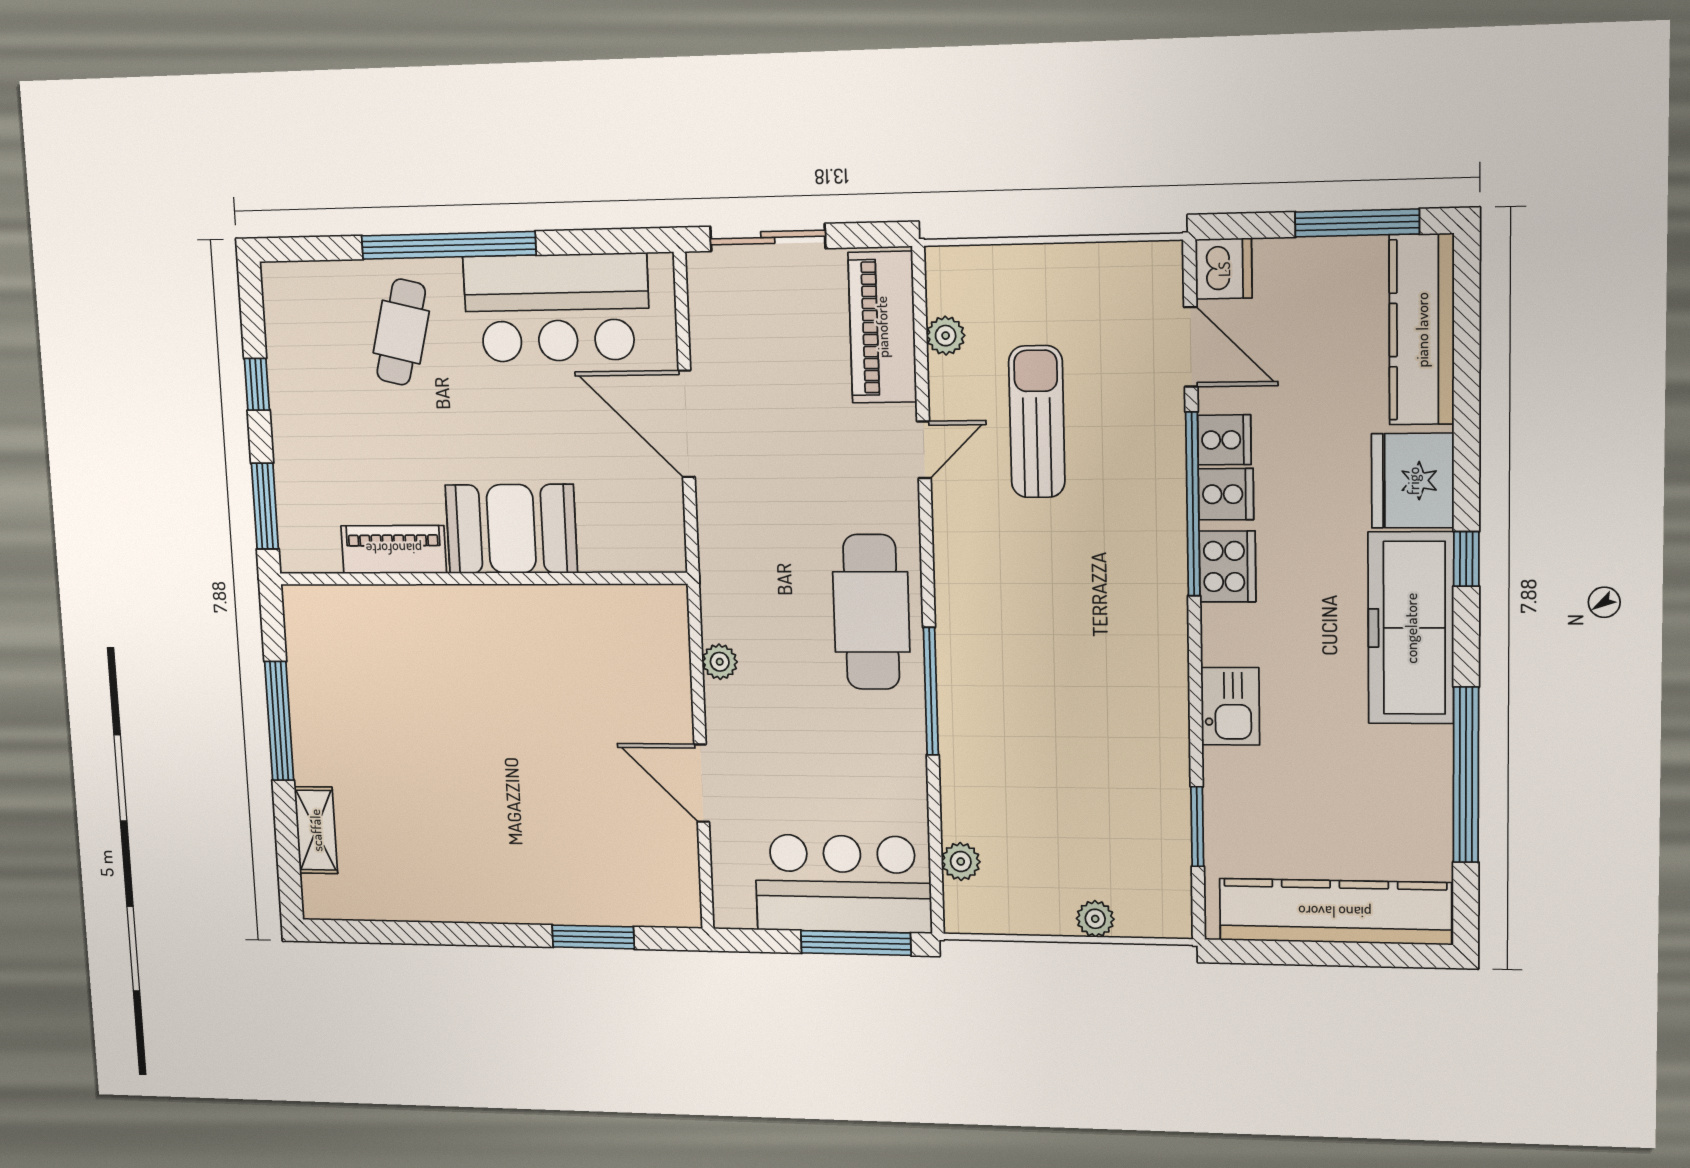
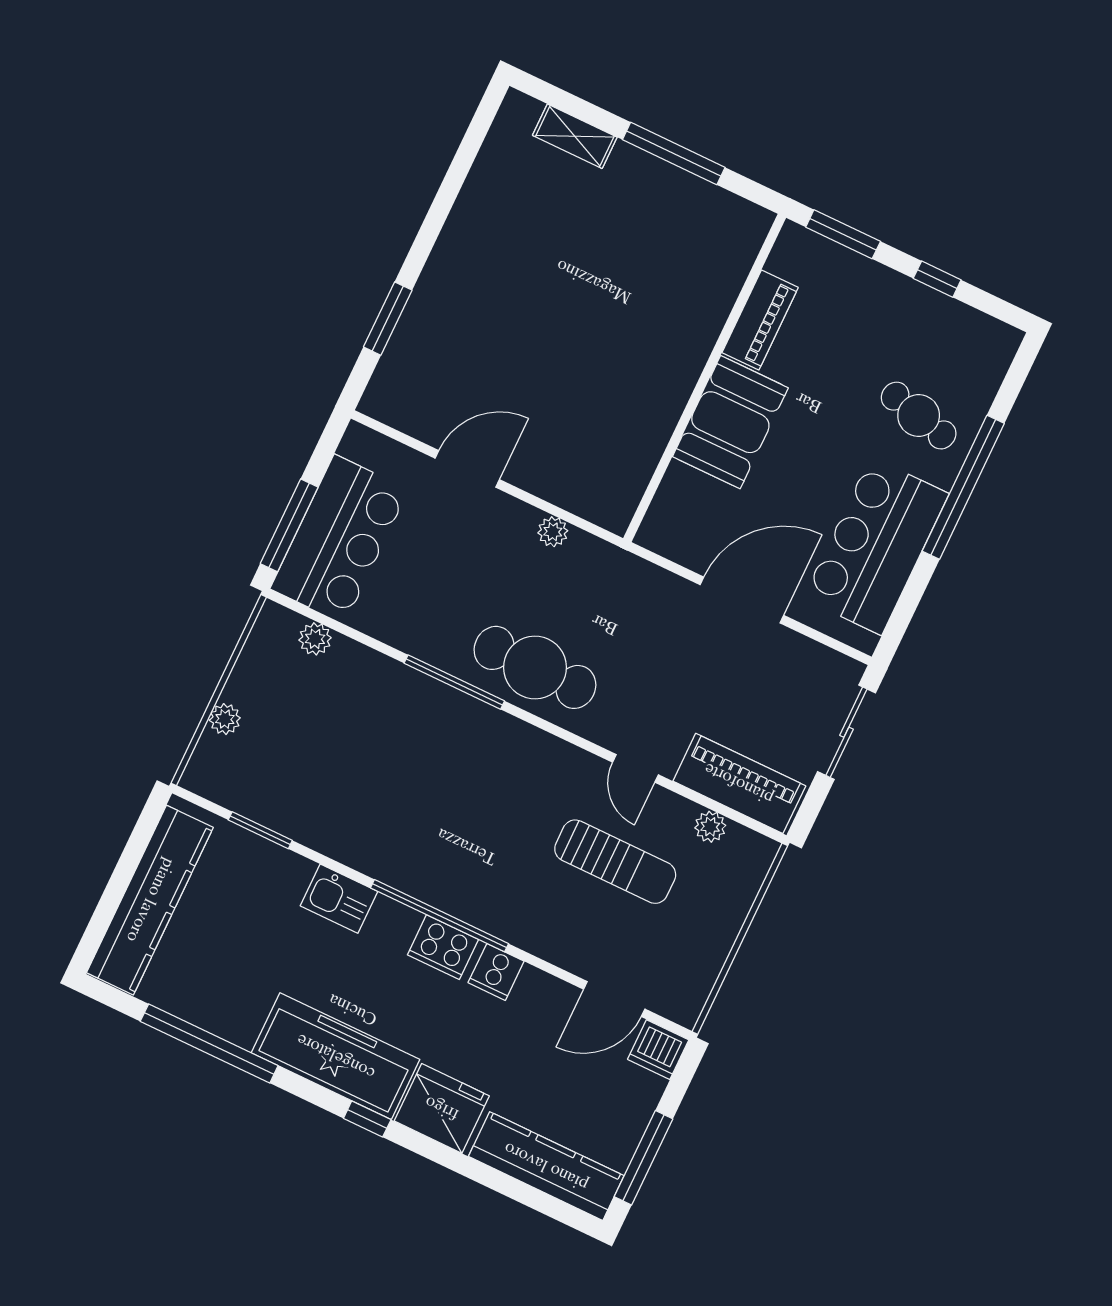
cooker: (1224, 440) -> (536, 990), removed
window: (1193, 504) -> (439, 916), moved

